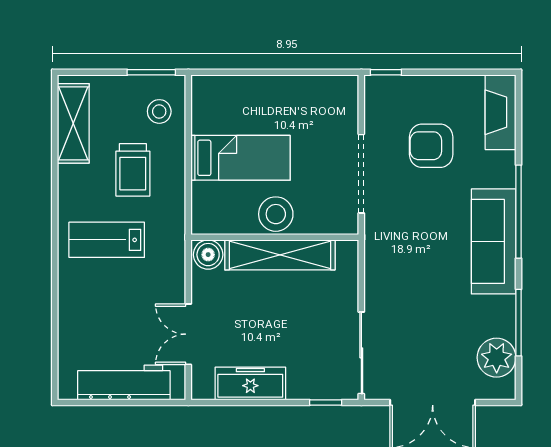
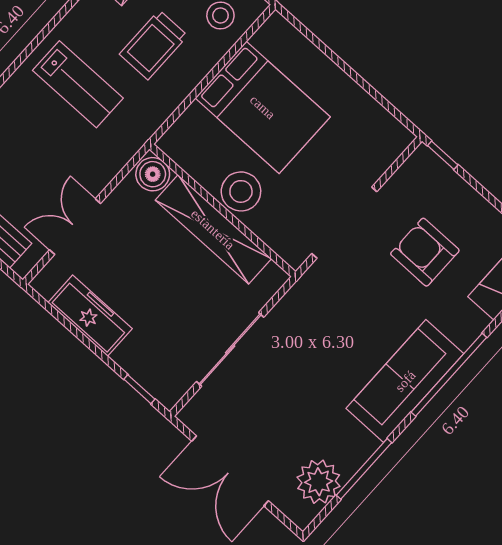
bed: (241, 158) -> (263, 107), width x1.50
lab bench: (107, 240) -> (78, 84), turned 180
sliding door: (361, 353) -> (230, 349), moved

